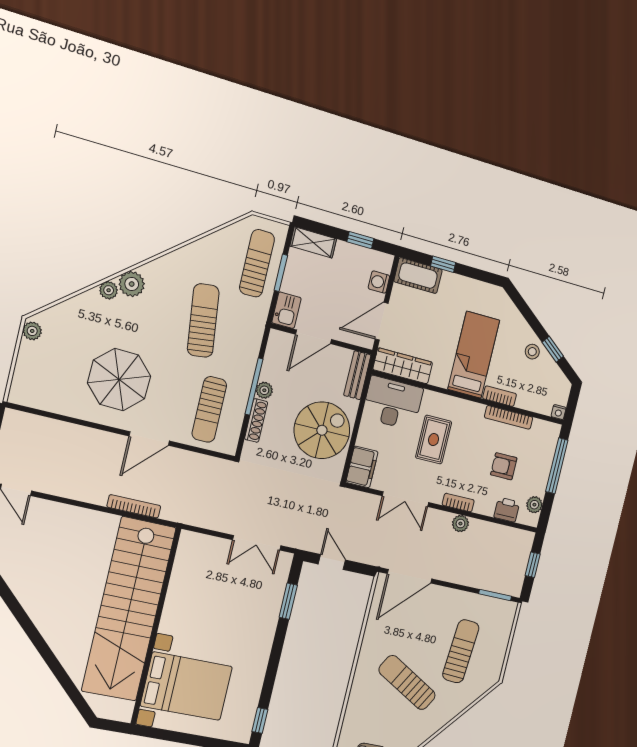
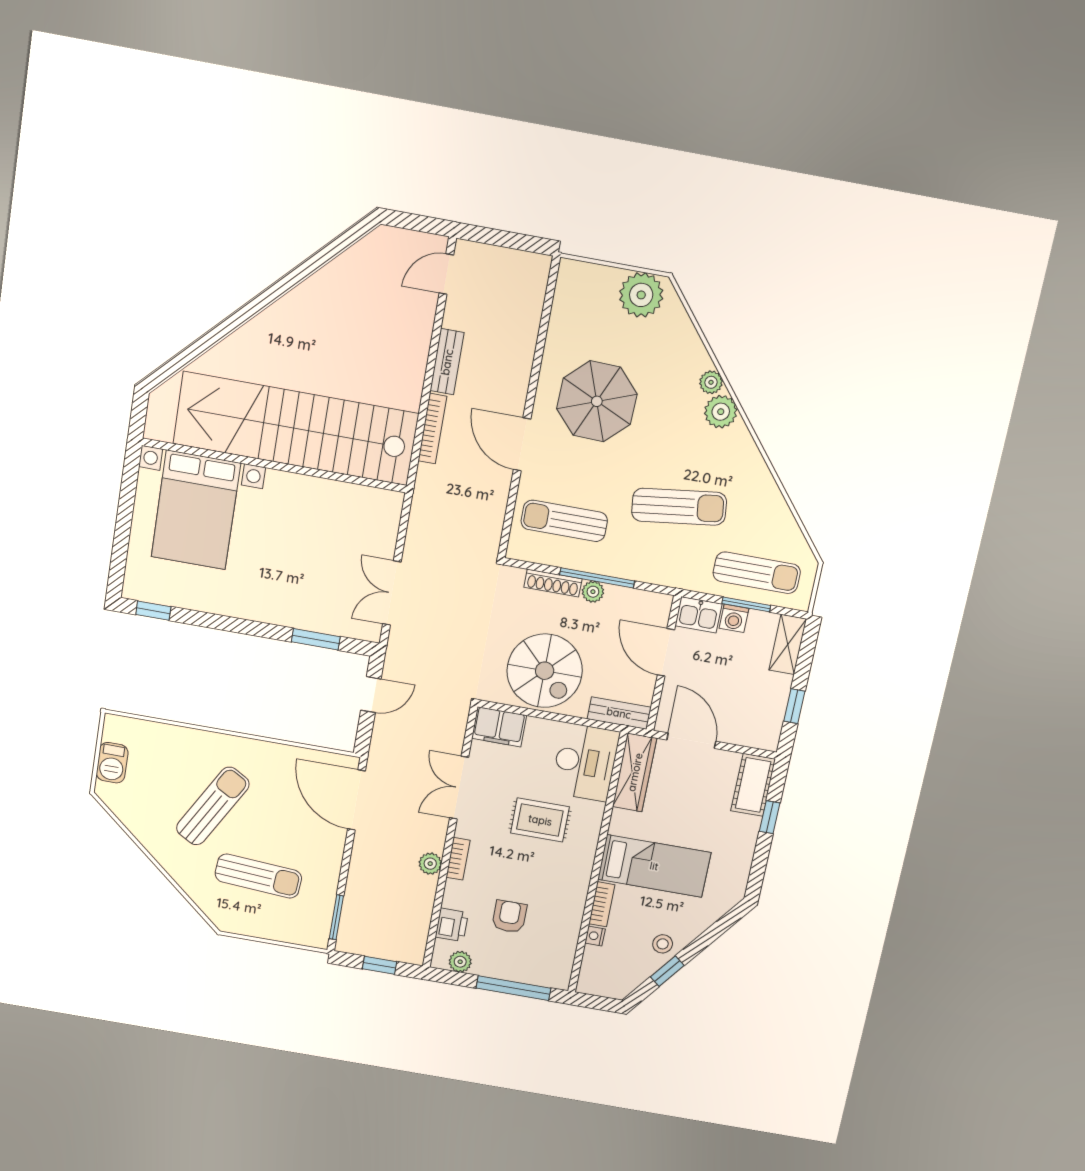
washing machine: (379, 282) -> (734, 618), moved, turned 180
plant: (32, 331) -> (641, 295), width x1.88, depth x1.88
nightstand: (559, 412) -> (595, 936), moved
bookcase: (509, 417) -> (574, 918), removed
bench: (83, 493) -> (447, 362), added

